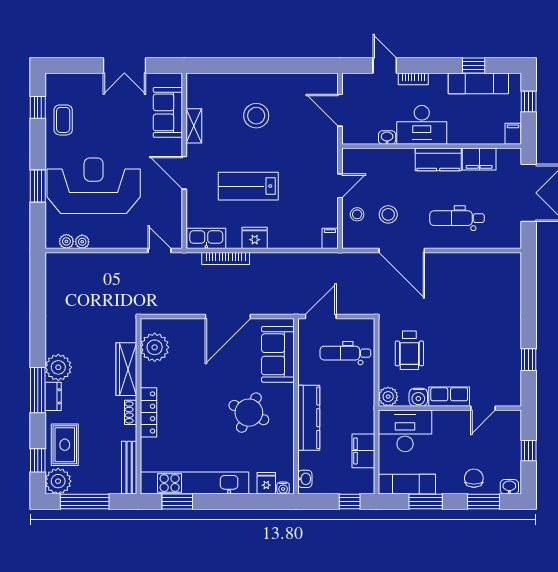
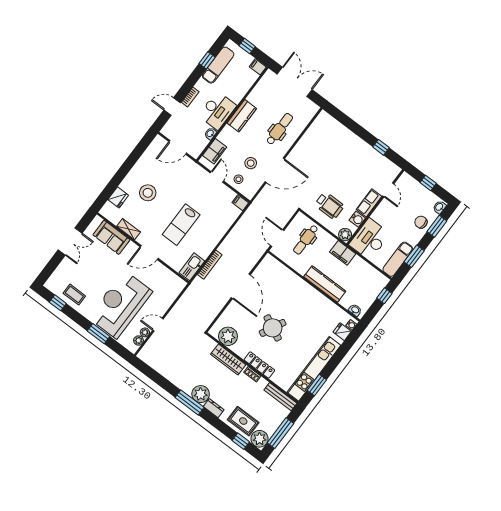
filing cabinet: (479, 159) -> (215, 151), moved
dental chair: (457, 218) -> (280, 129), turned 180
fridge: (255, 238) -> (118, 197), moved, turned 180
door: (159, 251) -> (158, 325), moved
sofa: (278, 354) -> (280, 275), removed
window: (38, 390) -> (190, 402), moved
round table: (249, 413) -> (273, 328), moved
filing cabinet: (363, 451) -> (343, 253), moved

